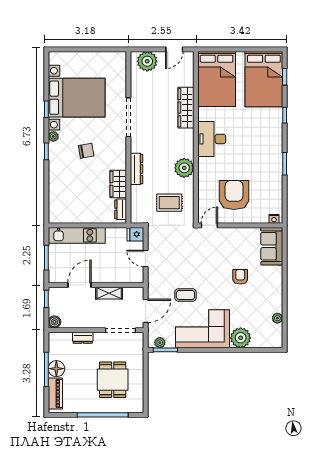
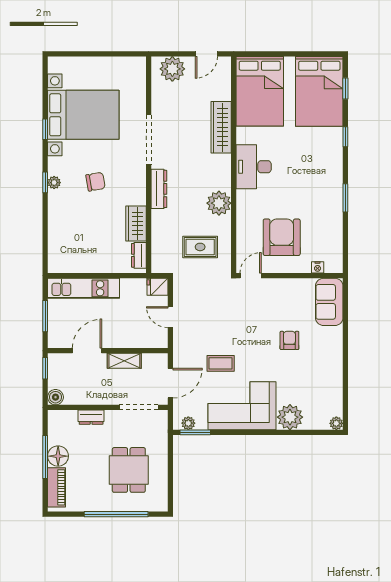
plant: (53, 136) -> (54, 183), moved
dresser: (137, 169) -> (159, 189), moved
nightstand: (274, 219) -> (318, 267), moved
plant: (277, 318) -> (336, 423), moved

